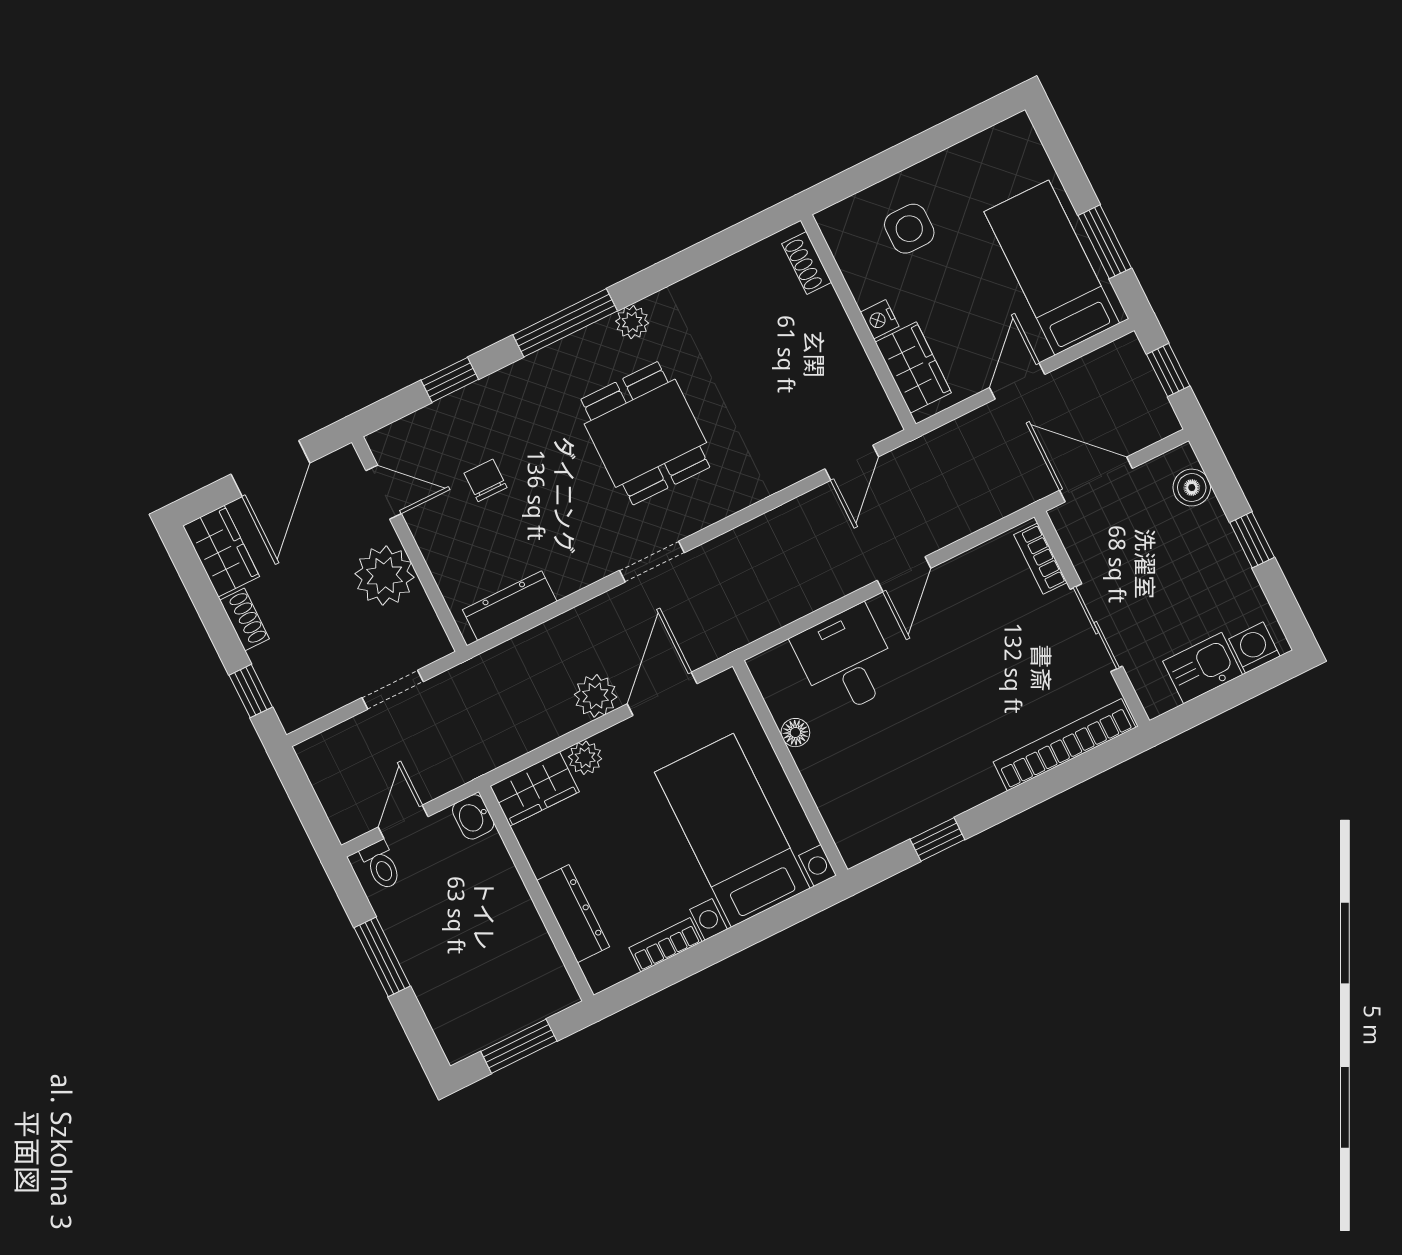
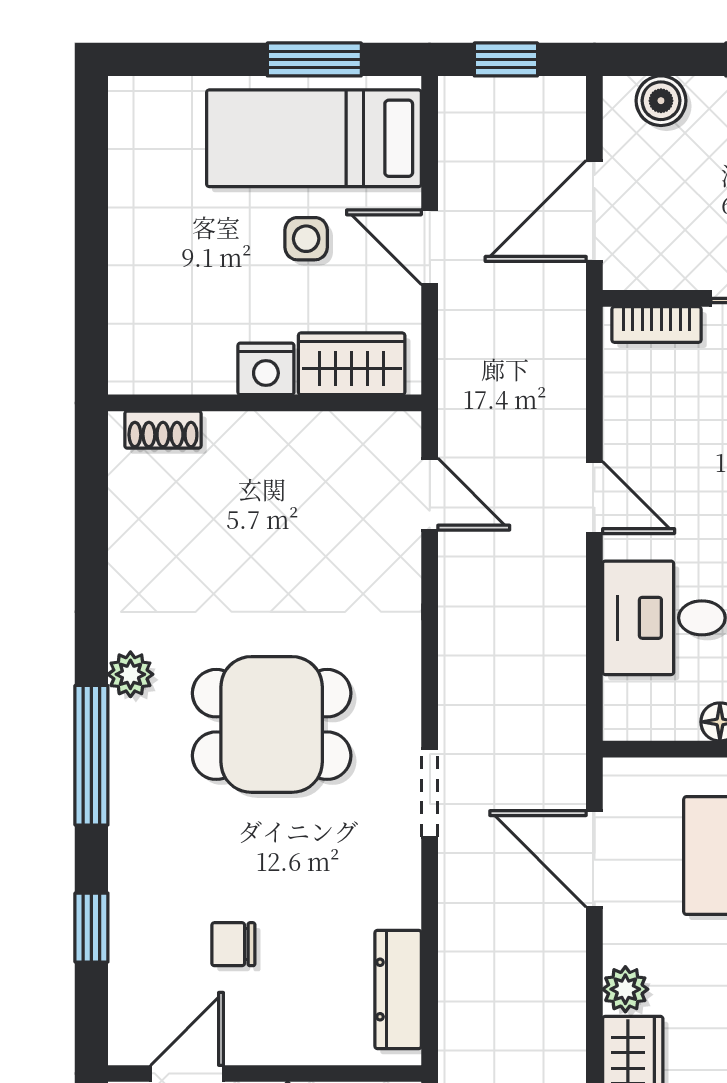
side table: (909, 229) -> (306, 239), moved, width x0.73, depth x0.73
nightstand: (880, 319) -> (266, 369), width x1.39, depth x1.35
plant: (596, 696) -> (557, 940), removed

